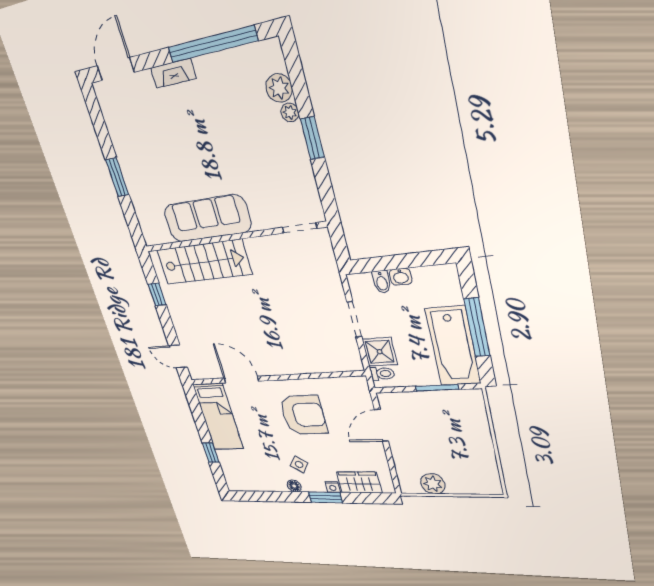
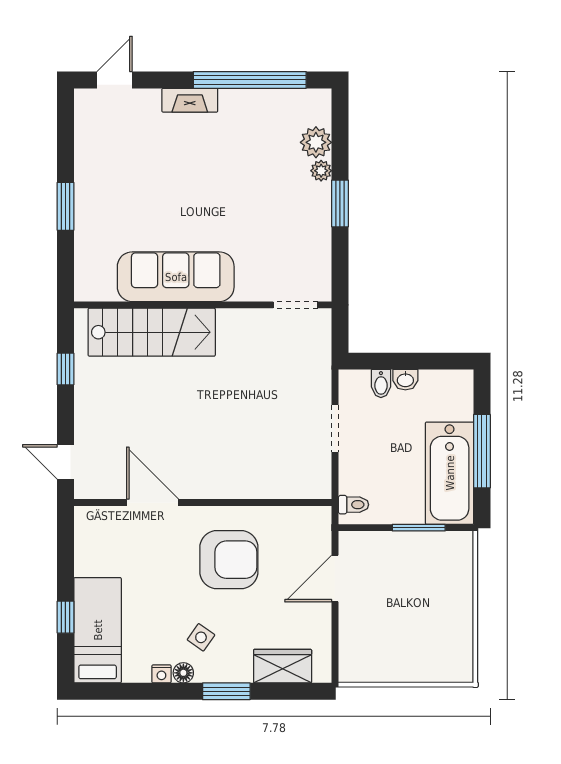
door: (116, 69) -> (115, 80), width x0.73
shower: (380, 352) -> (357, 474), removed
bed: (218, 417) -> (98, 630), moved, turned 180
plant: (433, 484) -> (385, 667), removed
nightstand: (333, 487) -> (161, 674), moved

